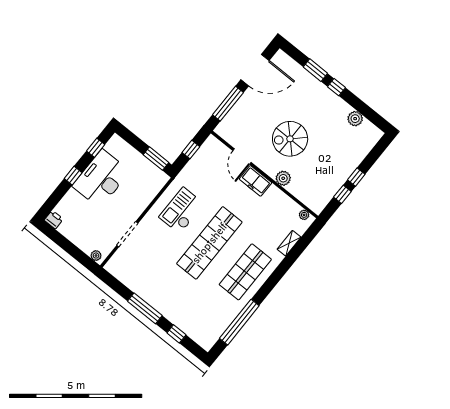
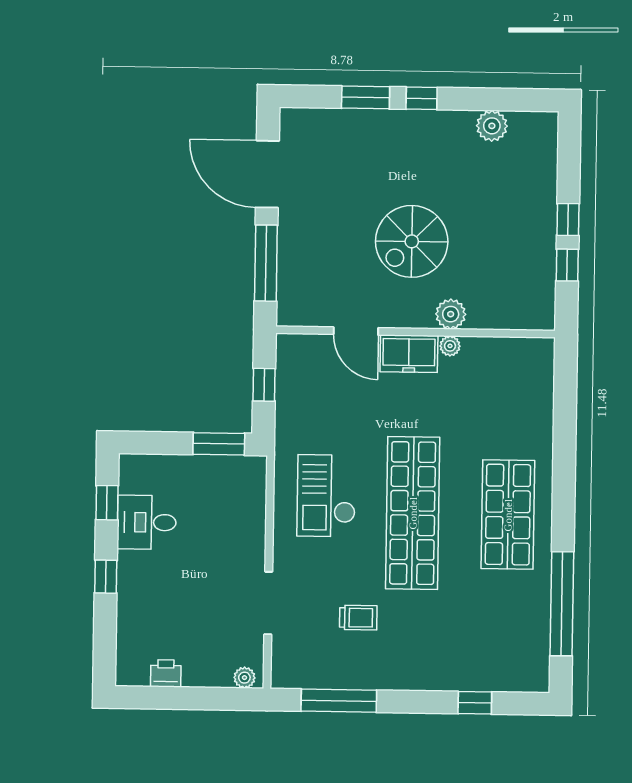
door: (255, 70) -> (267, 174), swing flipped
desk: (101, 179) -> (147, 522), width x0.53, depth x0.77
plant: (304, 215) -> (450, 346), moved
printer: (54, 220) -> (166, 673), moved
shelving: (289, 243) -> (543, 412), removed
trolley: (157, 267) -> (358, 618), added
window: (145, 308) -> (339, 701), moved

